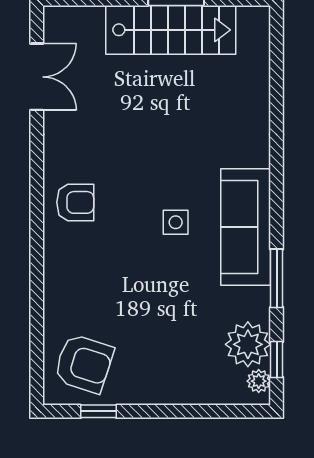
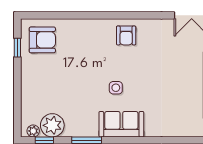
sofa: (246, 227) -> (121, 124), width x0.73
armchair: (84, 364) -> (42, 40), turned -108

